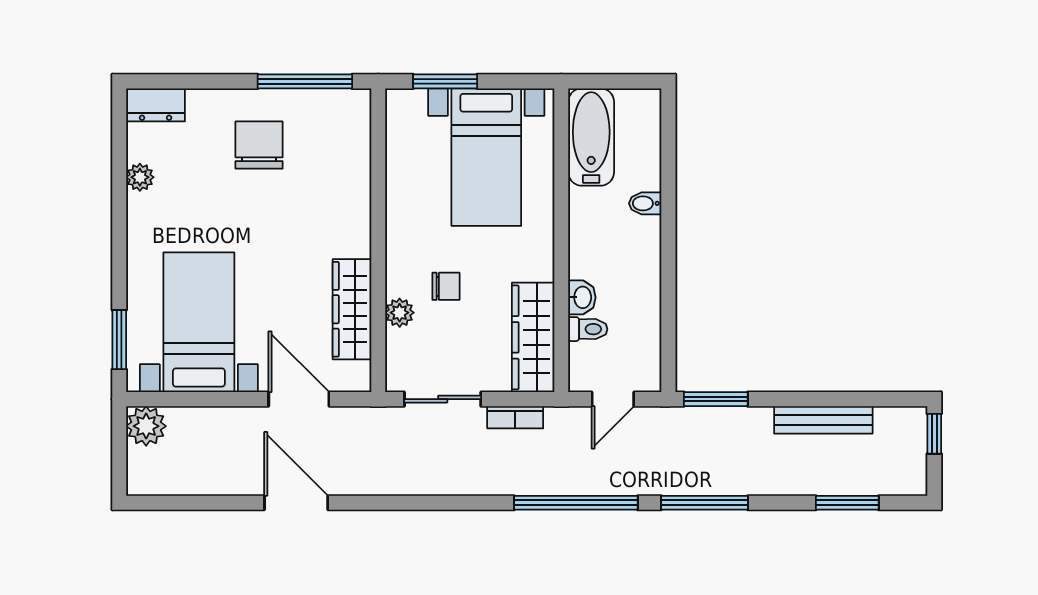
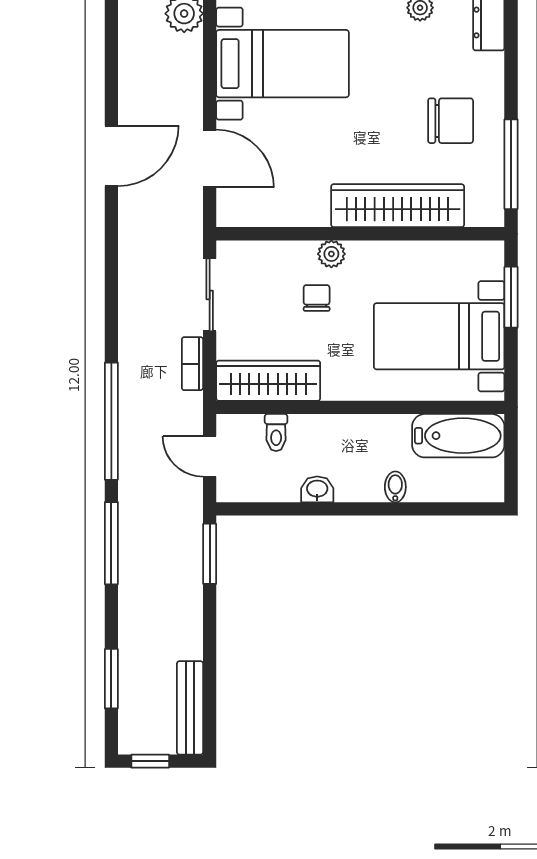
chair: (446, 286) -> (317, 298), turned 180
washbasin: (582, 297) -> (317, 489), moved, turned 180
wardrobe: (352, 309) -> (398, 206), moved, width x1.40, depth x1.17
plant: (400, 313) -> (331, 254), moved
door: (299, 399) -> (210, 158), hinge flipped
bench: (823, 420) -> (190, 708), moved
window: (934, 434) -> (150, 761), moved

